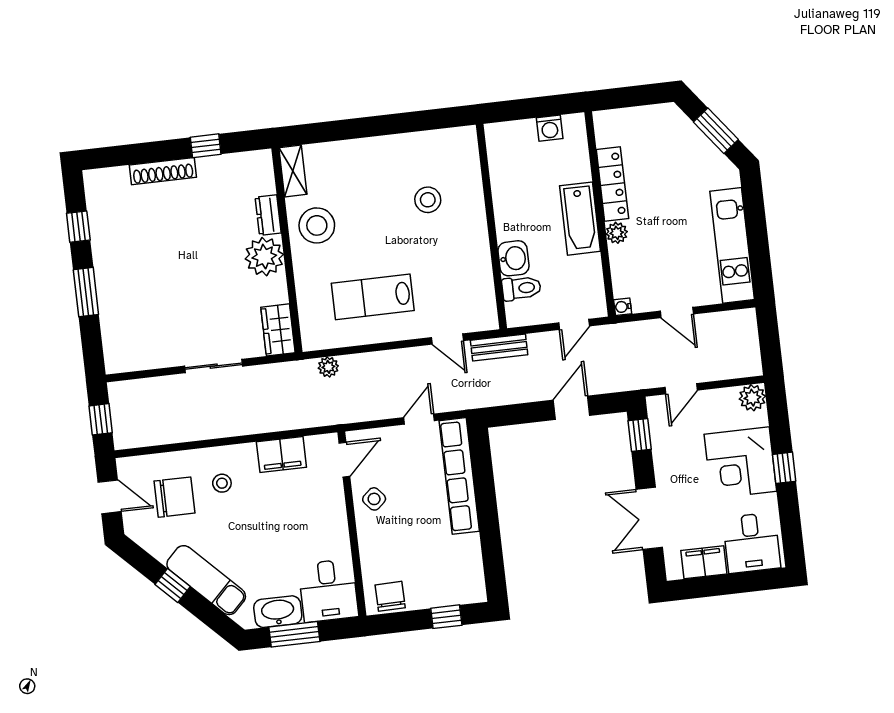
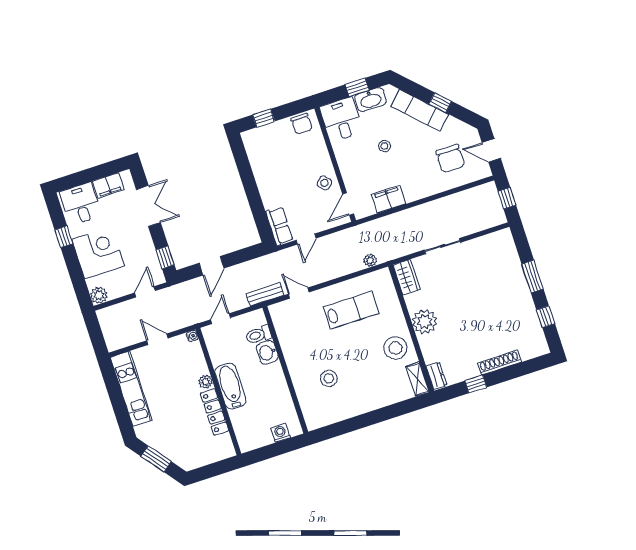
washing machine: (550, 128) -> (280, 433), moved
dresser: (268, 215) -> (436, 376), moved
window: (784, 468) -> (64, 237), moved
row of seats: (459, 476) -> (279, 226), width x0.50
stool: (222, 483) -> (384, 146), moved
chair: (175, 497) -> (450, 159), turned -90
window: (294, 634) -> (357, 87), width x0.67

